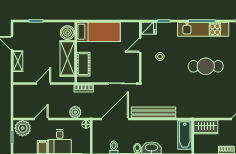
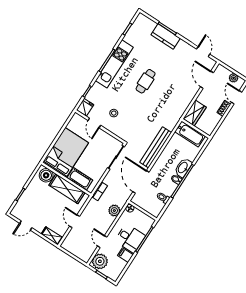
bed: (98, 32) -> (66, 152), width x1.50
shelving: (18, 61) -> (52, 236), moved
cafe table: (206, 66) -> (146, 81), width x0.73, depth x0.74

